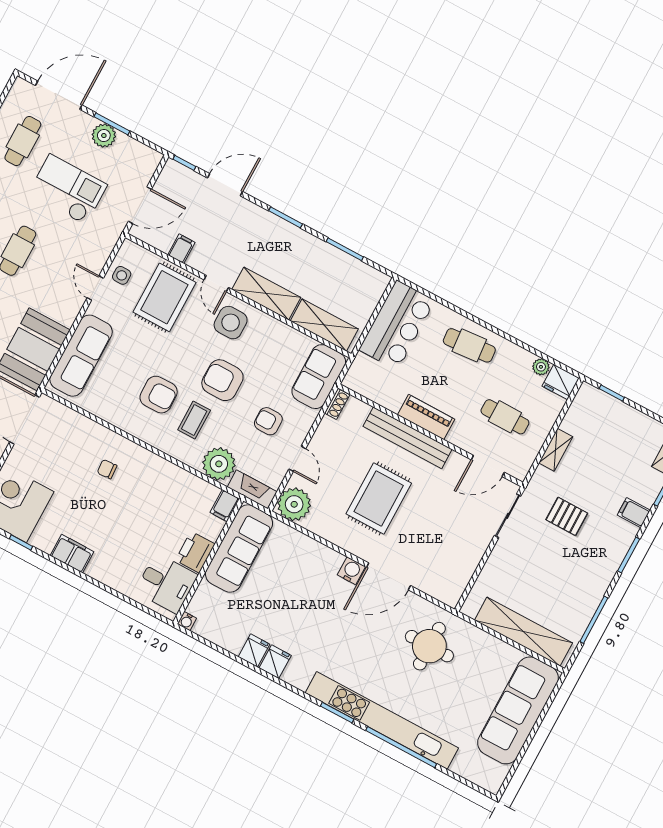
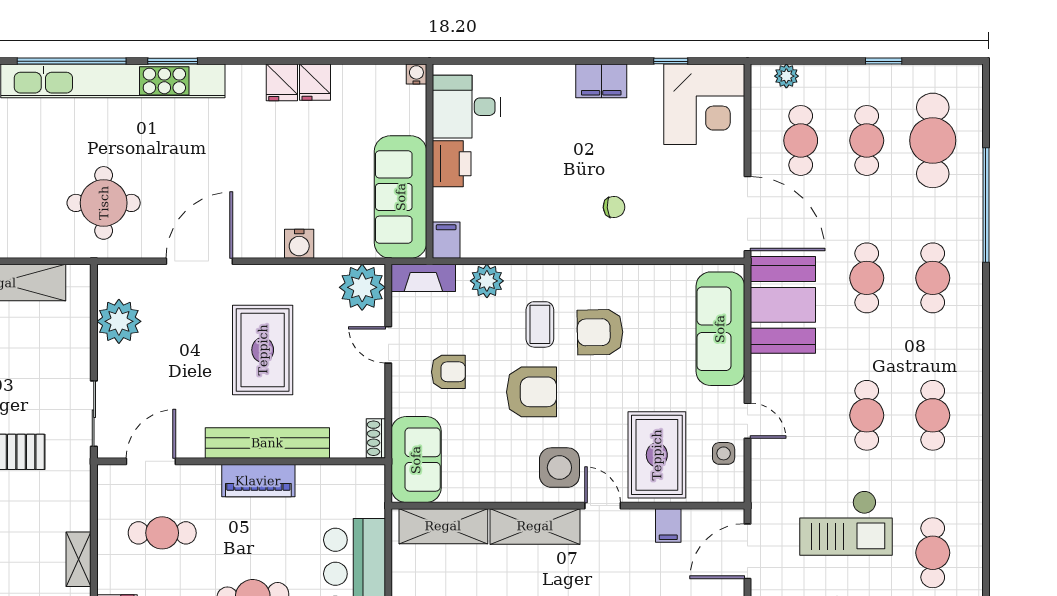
shelving: (556, 450) -> (79, 559), moved
plant: (219, 464) -> (487, 281), width x0.73, depth x0.73
plant: (460, 566) -> (119, 321), added
water cooler: (351, 571) -> (299, 244), moved

